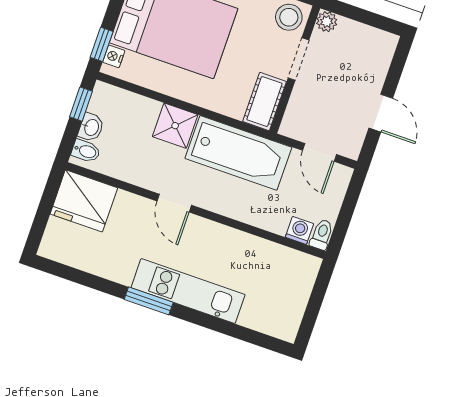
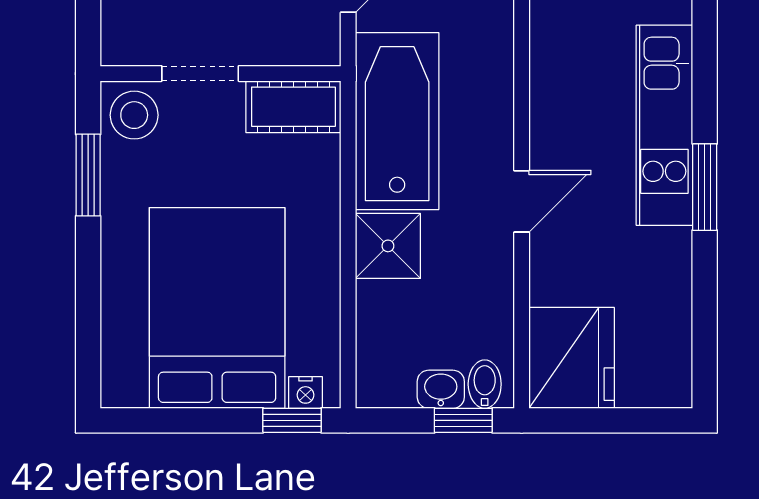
plant: (327, 22) -> (119, 47), removed
window: (81, 104) -> (463, 420), moved

